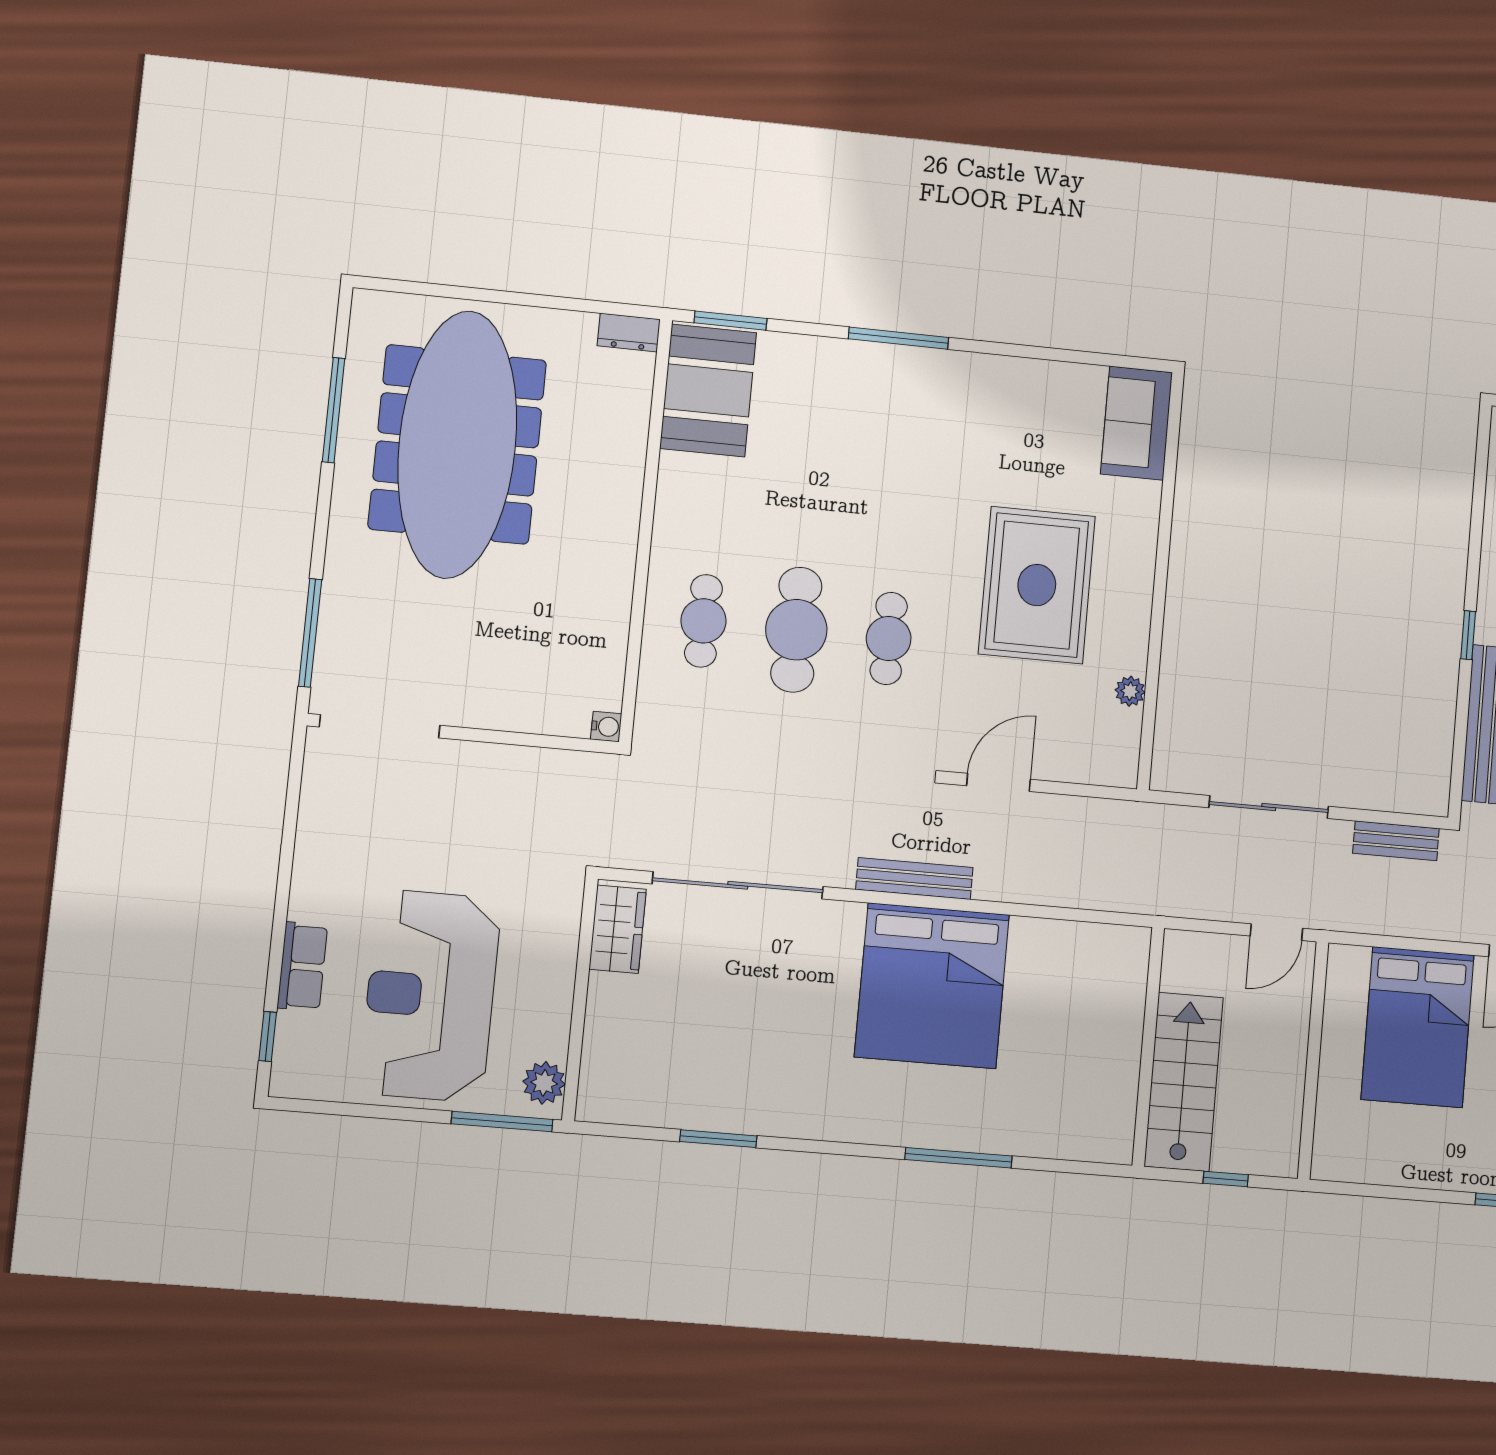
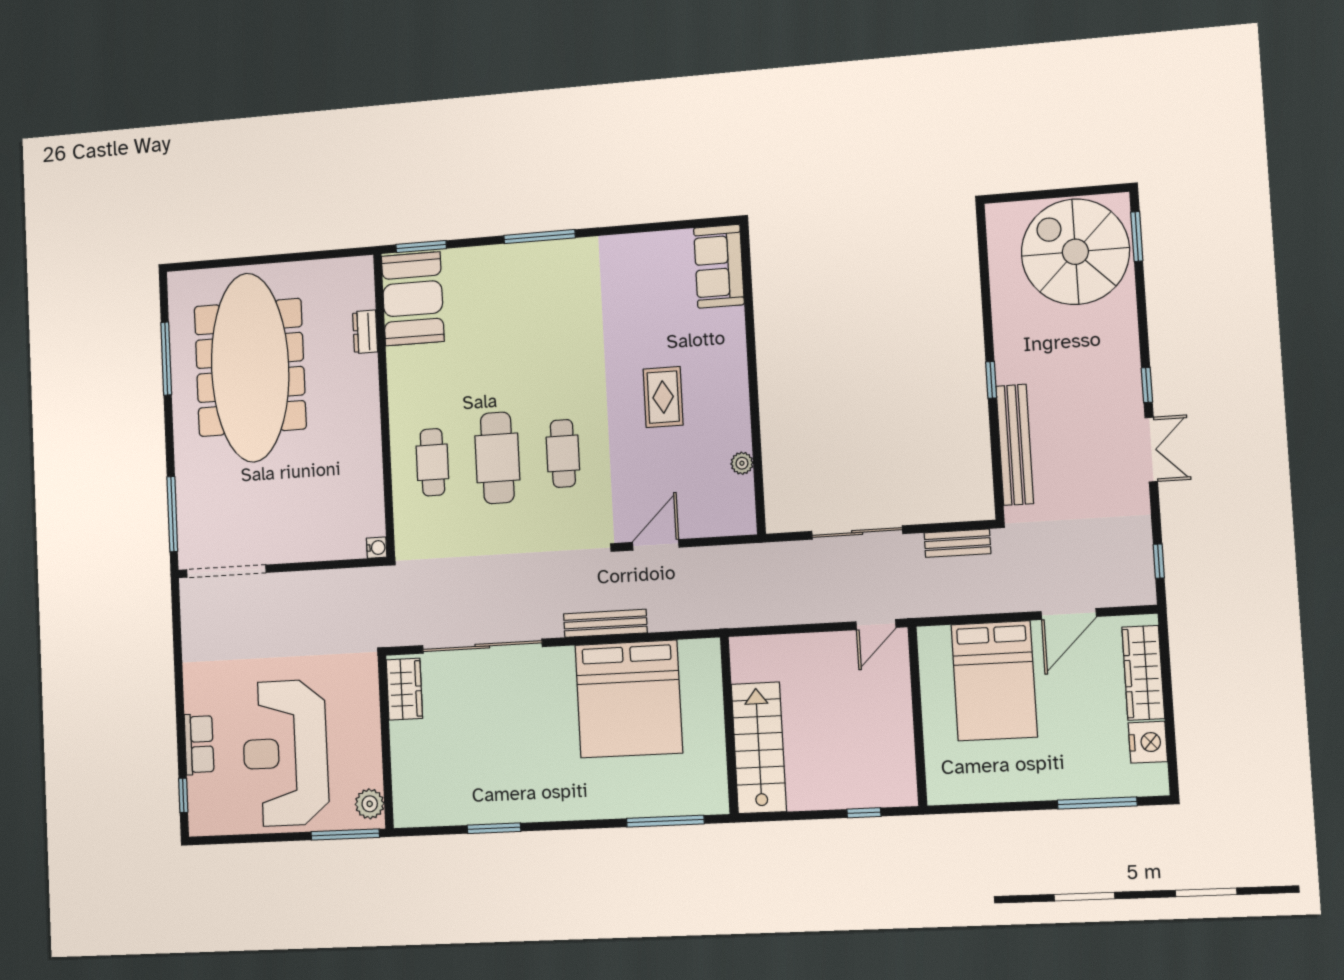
dresser: (629, 333) -> (365, 332), moved, turned 90
rug: (1037, 585) -> (663, 397), width x0.54, depth x0.49
wall: (1148, 1047) -> (729, 725), moved
stairs: (1184, 1082) -> (759, 748), moved

